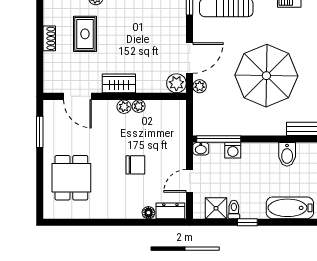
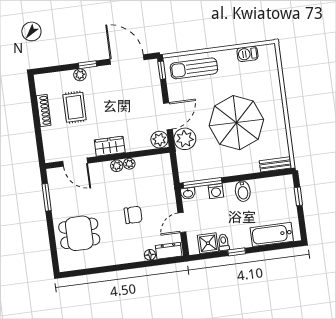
shoe rack: (49, 38) -> (44, 111), width x1.43
plant: (200, 86) -> (185, 139), width x1.88, depth x1.88
bidet: (287, 154) -> (243, 191), moved
dining table: (71, 178) -> (79, 233), turned 90

